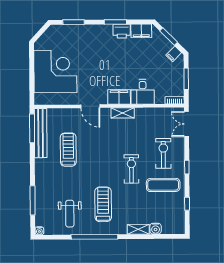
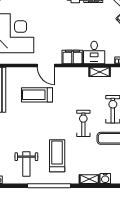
shelving: (123, 113) -> (100, 72), moved
treadmill: (68, 150) -> (37, 95), moved, turned -90

